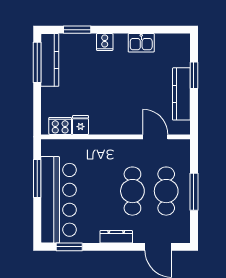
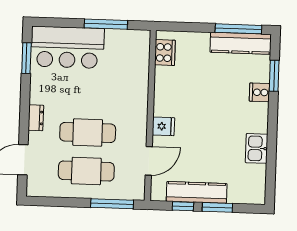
cooker: (105, 42) -> (259, 92), moved
window: (194, 105) -> (183, 206), added
fridge: (81, 125) -> (163, 126), moved
window: (194, 192) -> (112, 204), moved
bar counter: (59, 200) -> (67, 47), width x0.73
dresser: (116, 237) -> (36, 118), width x0.70

